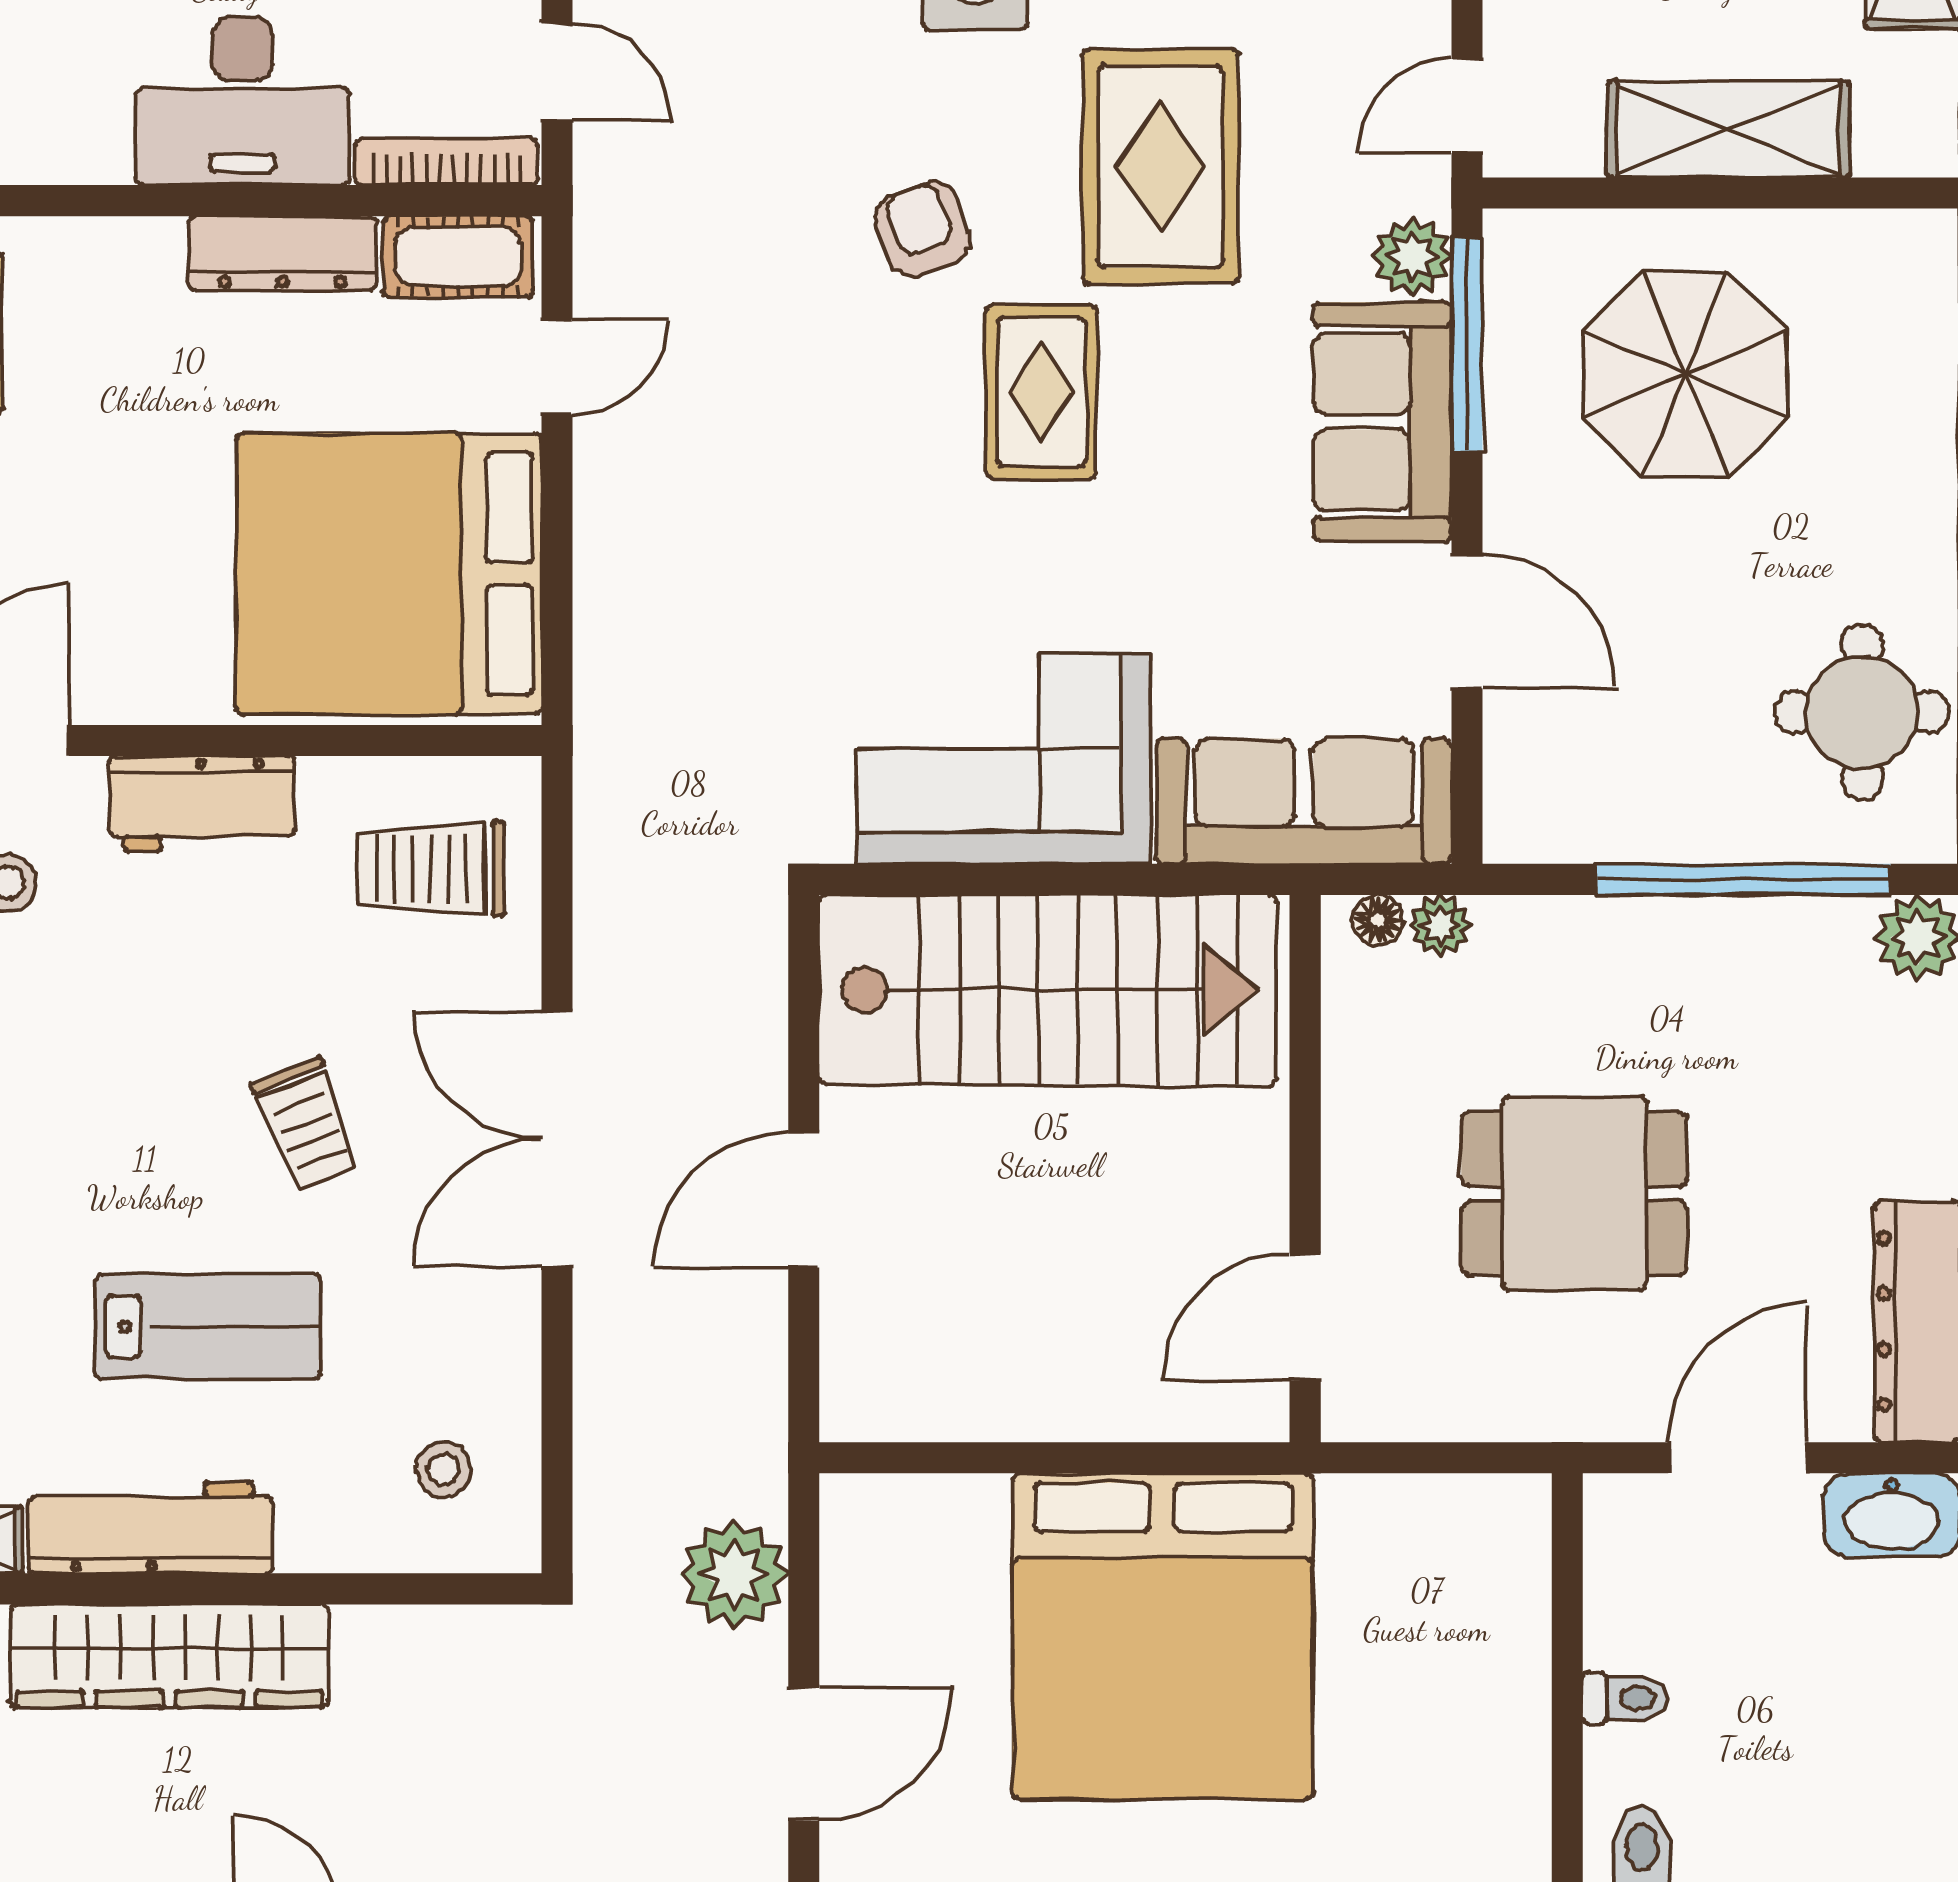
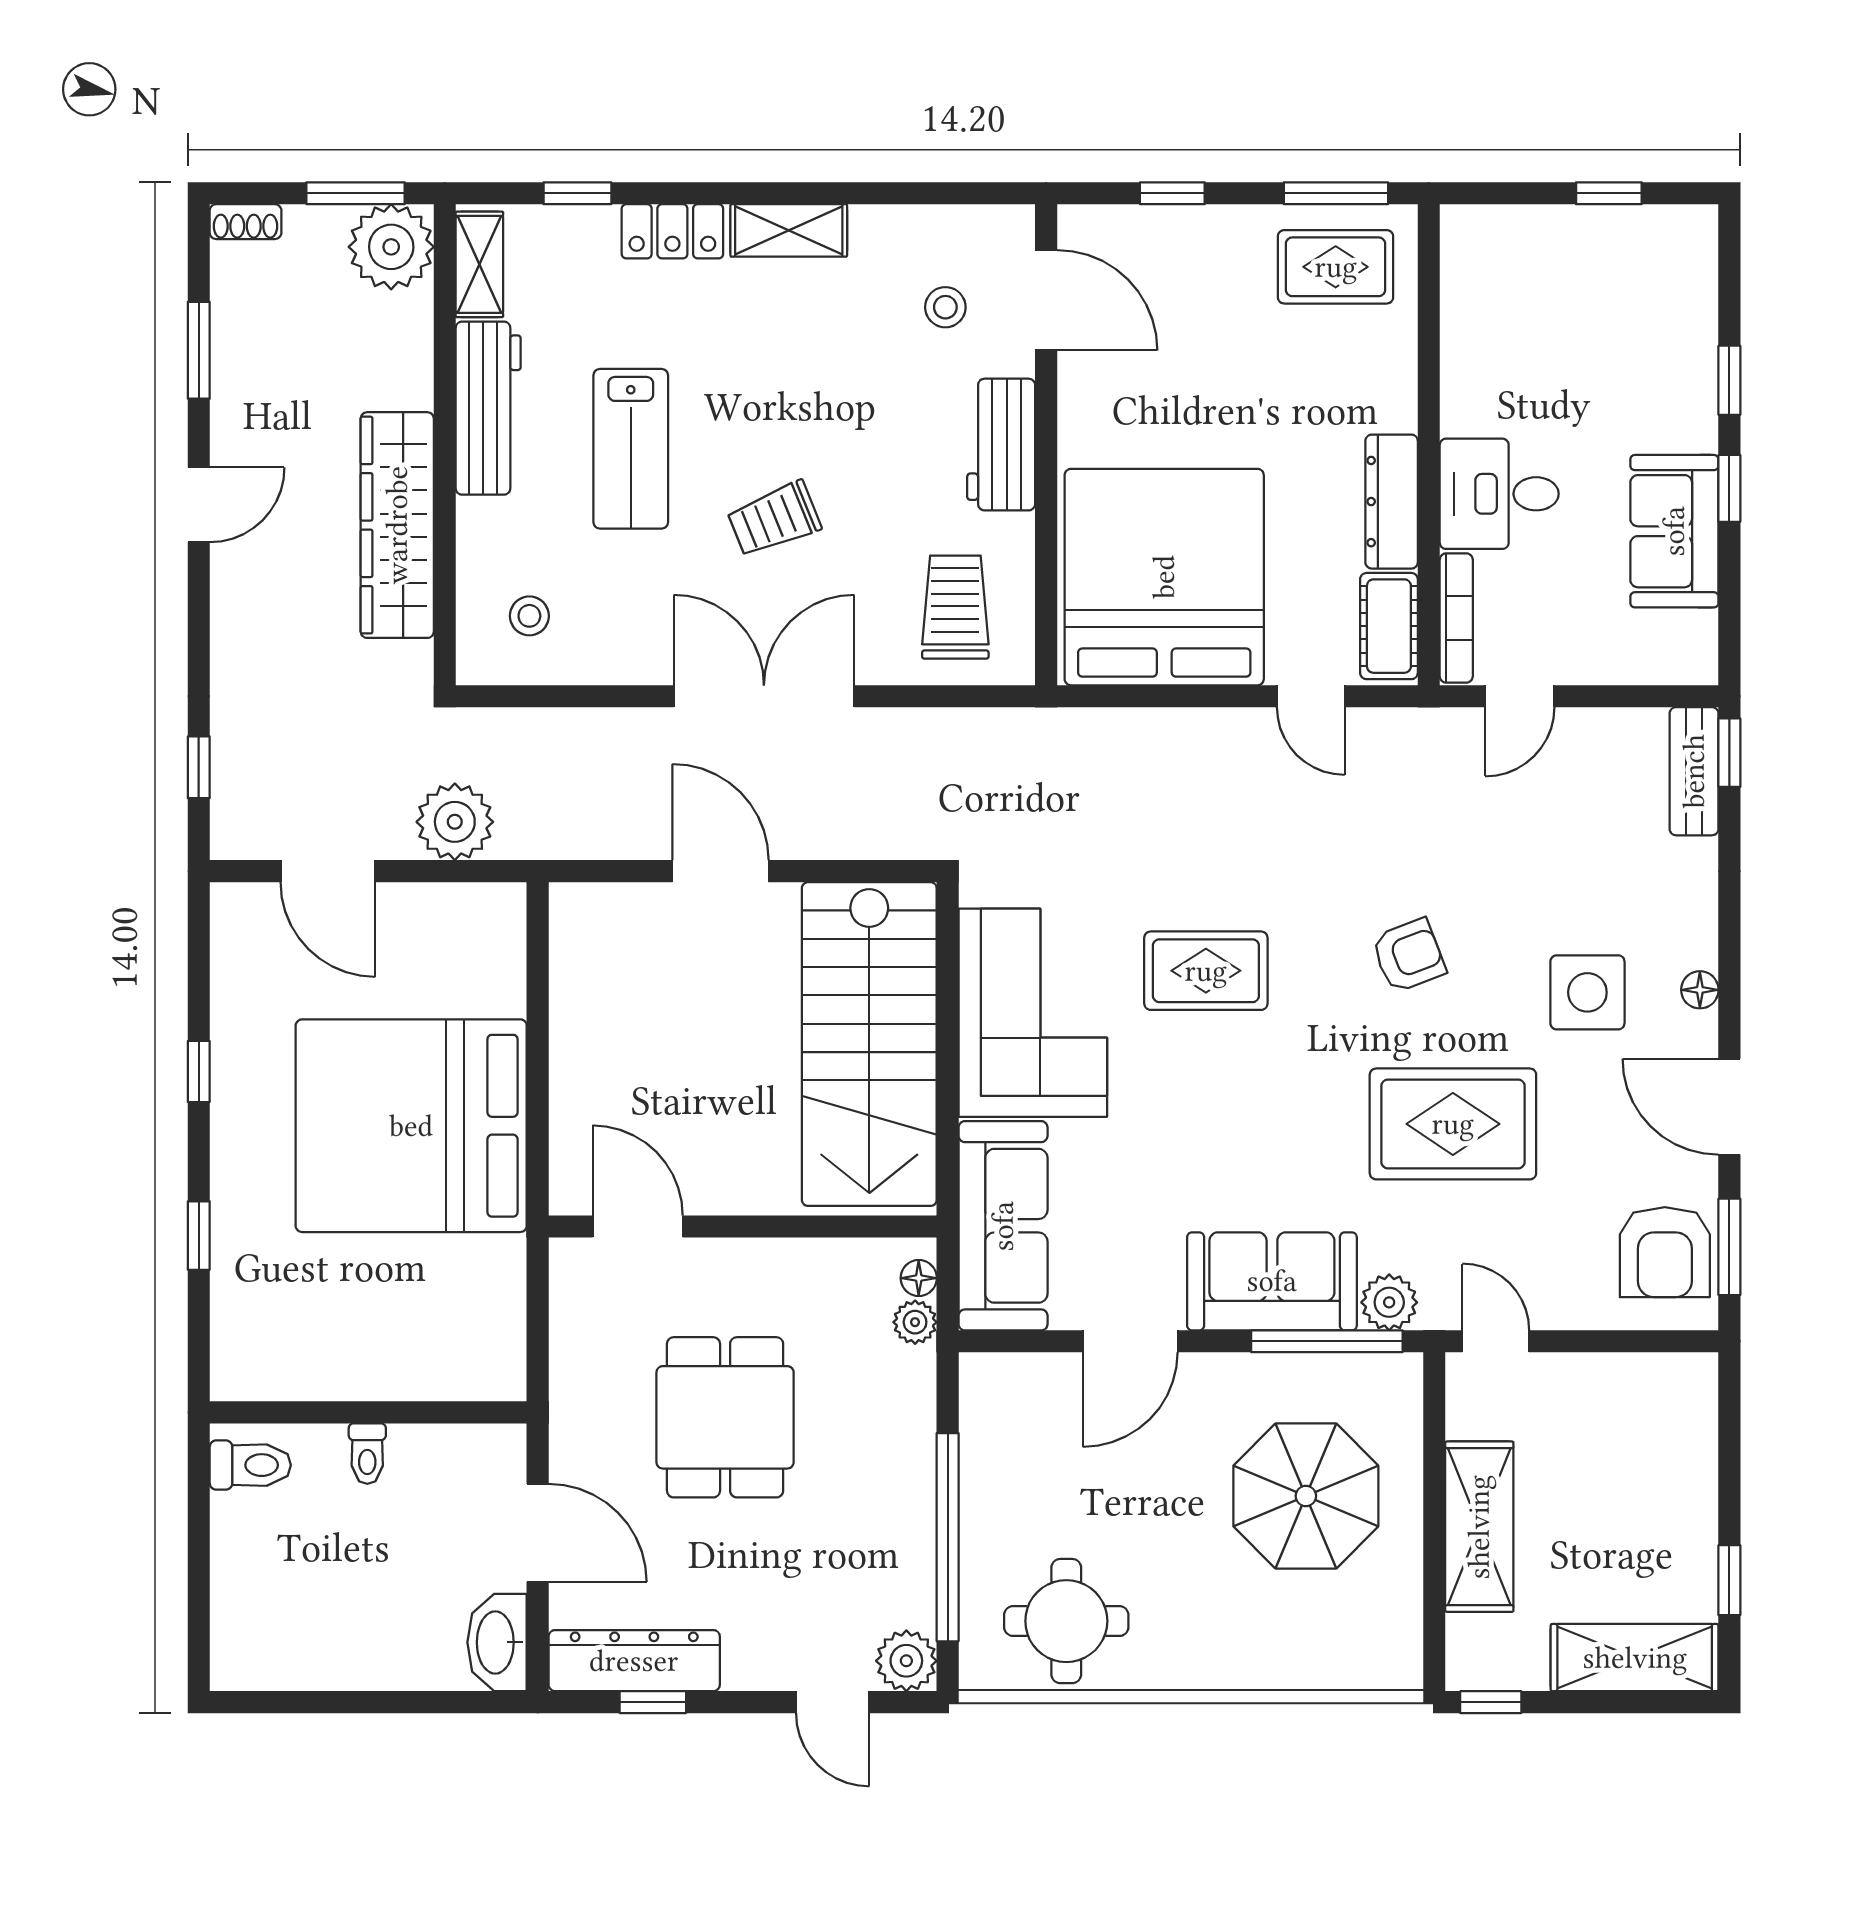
desk: (242, 101) -> (1499, 494), width x0.73
rug: (1041, 392) -> (1206, 971), moved
wardrobe: (169, 1656) -> (397, 525), moved

